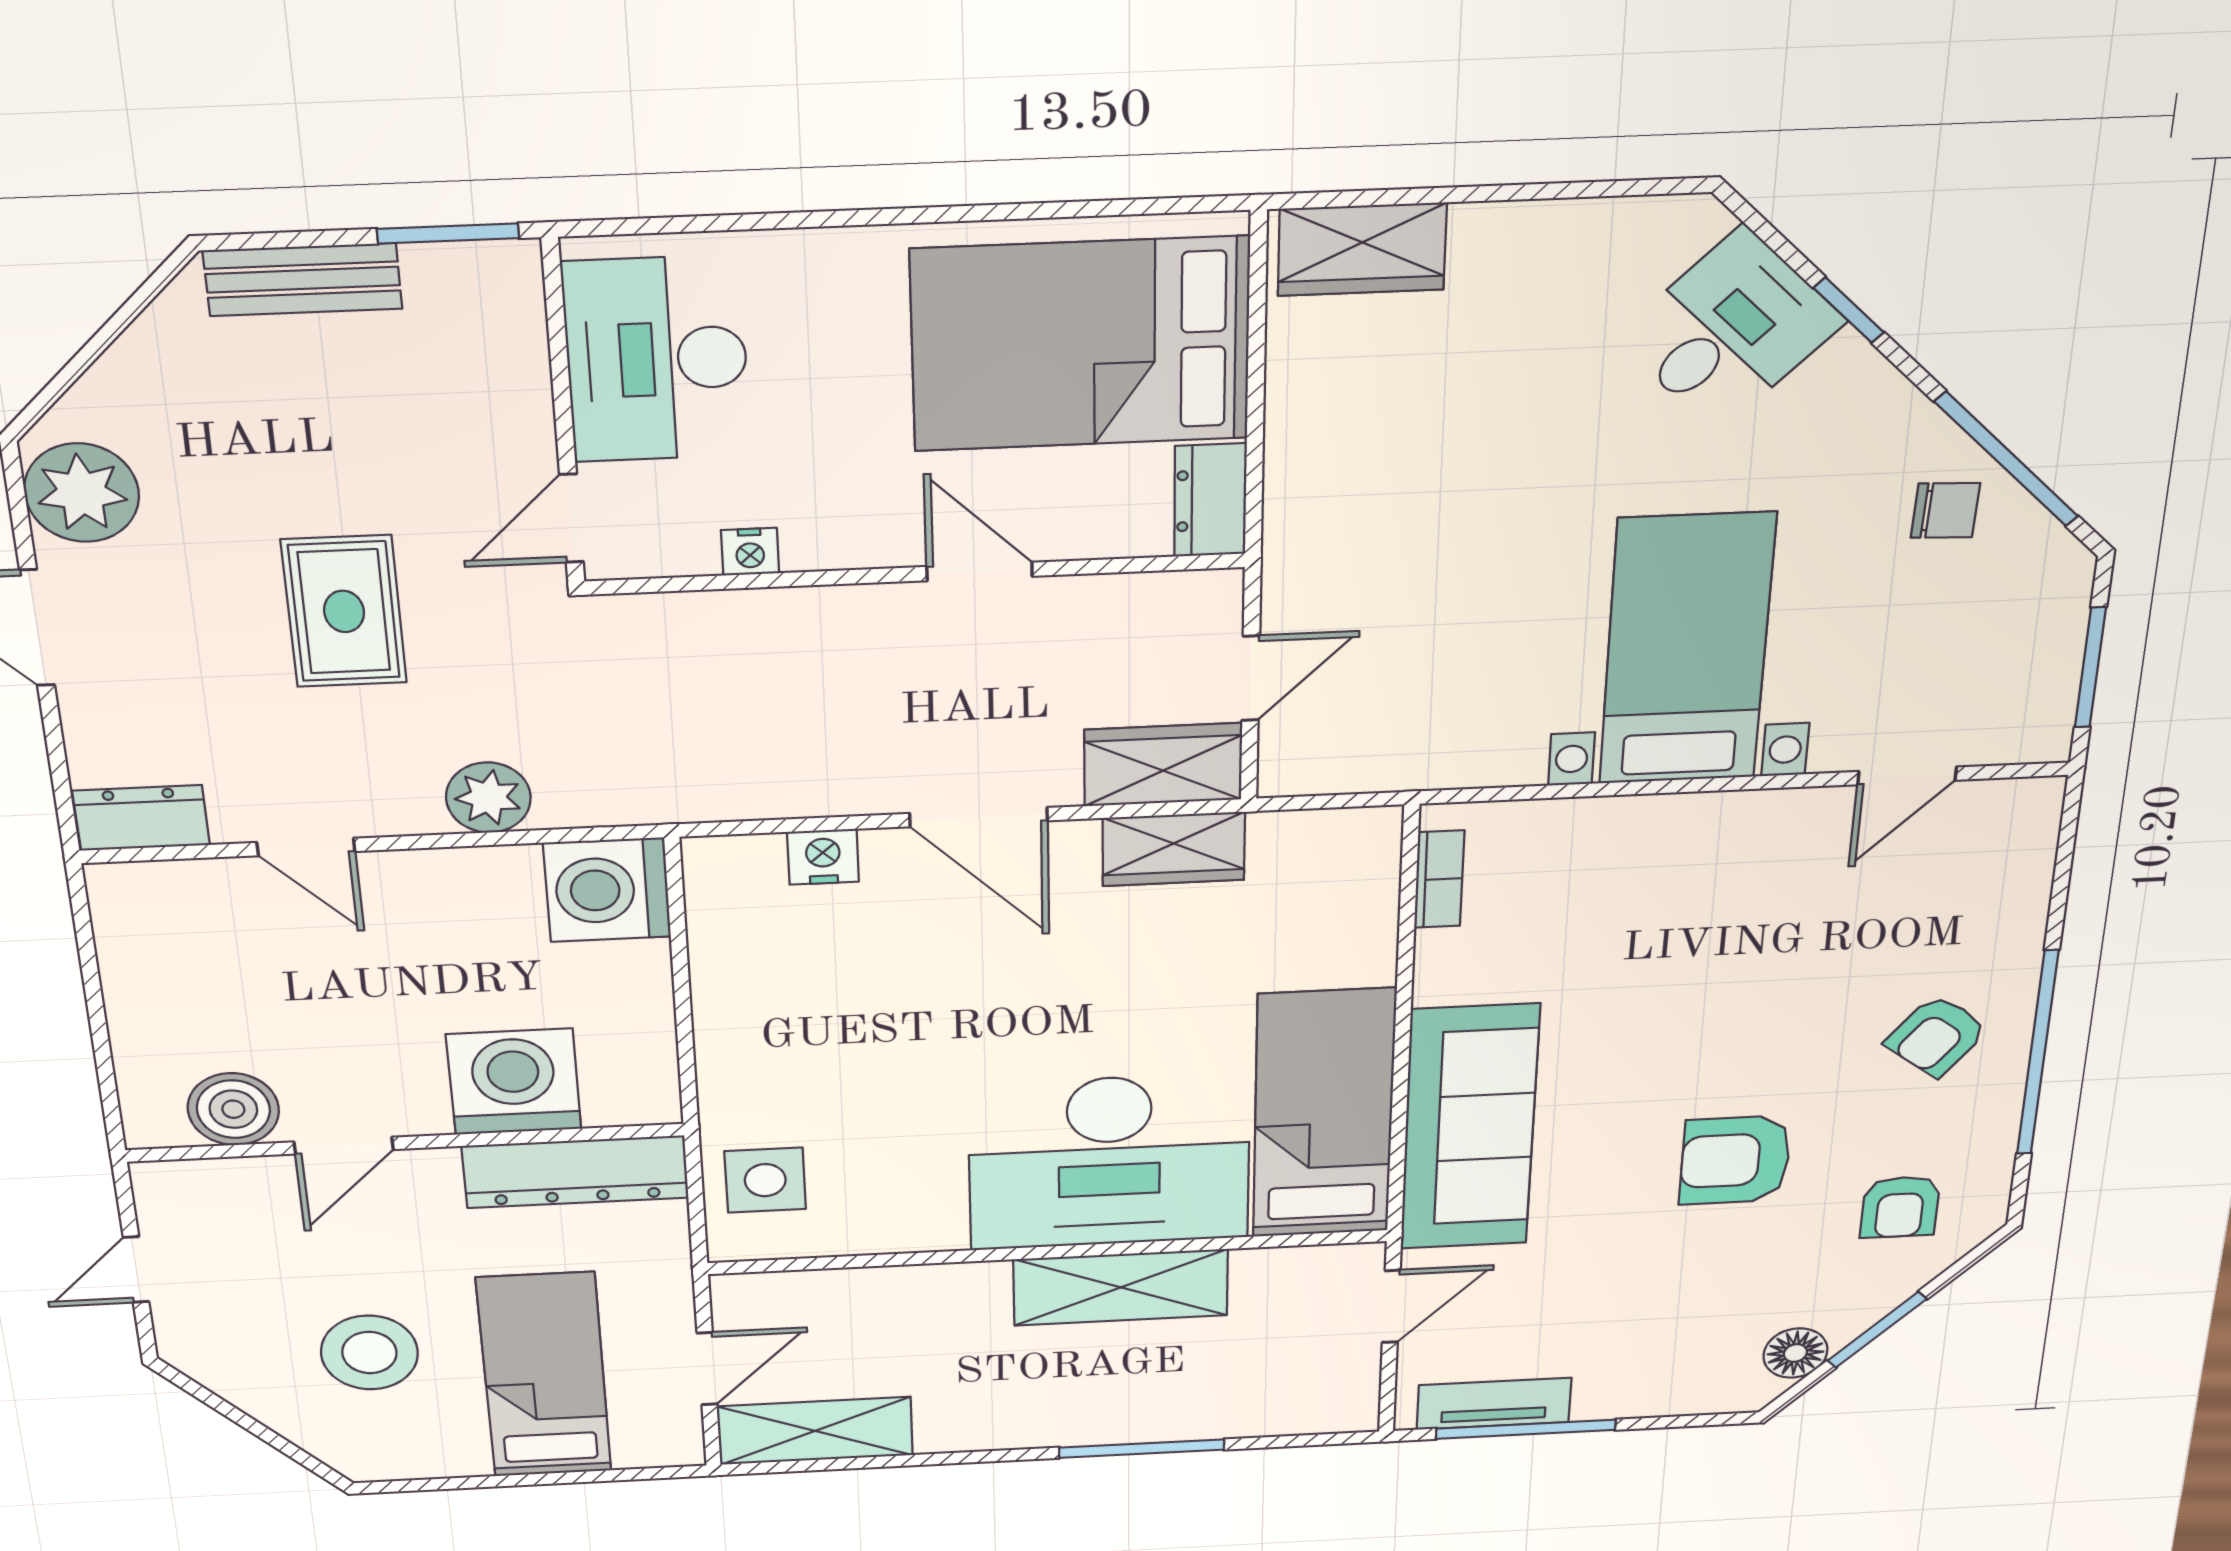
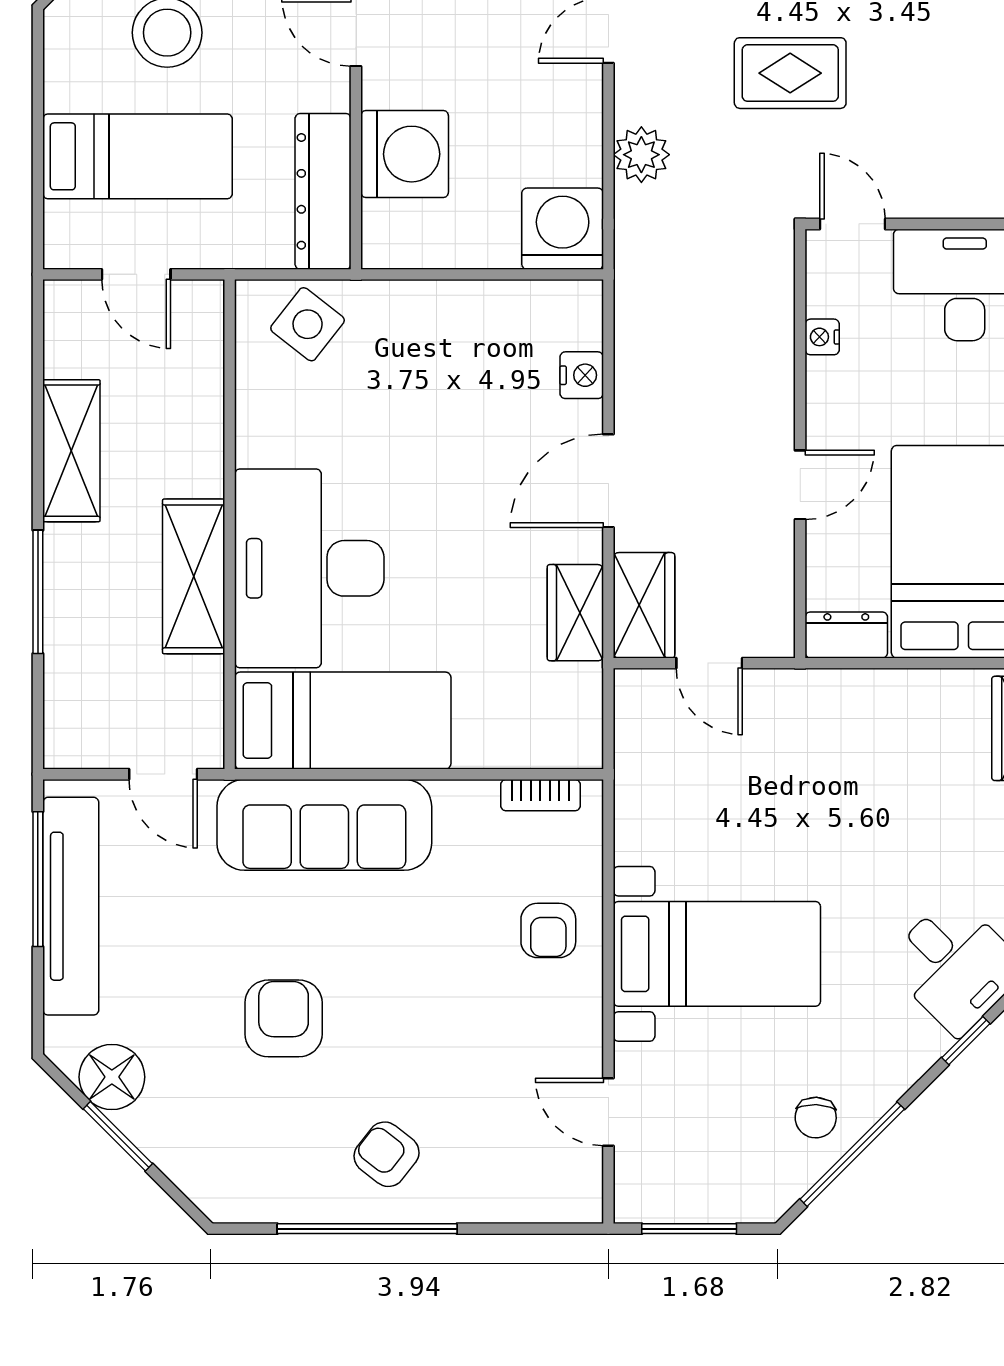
side table: (765, 1180) -> (308, 324), turned 38
armchair: (1900, 1207) -> (548, 930), moved, turned -90
floor lamp: (1795, 1353) -> (112, 1077), width x1.38, depth x1.38
tv unit: (1494, 1404) -> (71, 906), width x1.92, depth x1.29
shelving: (815, 1431) -> (71, 451), moved

